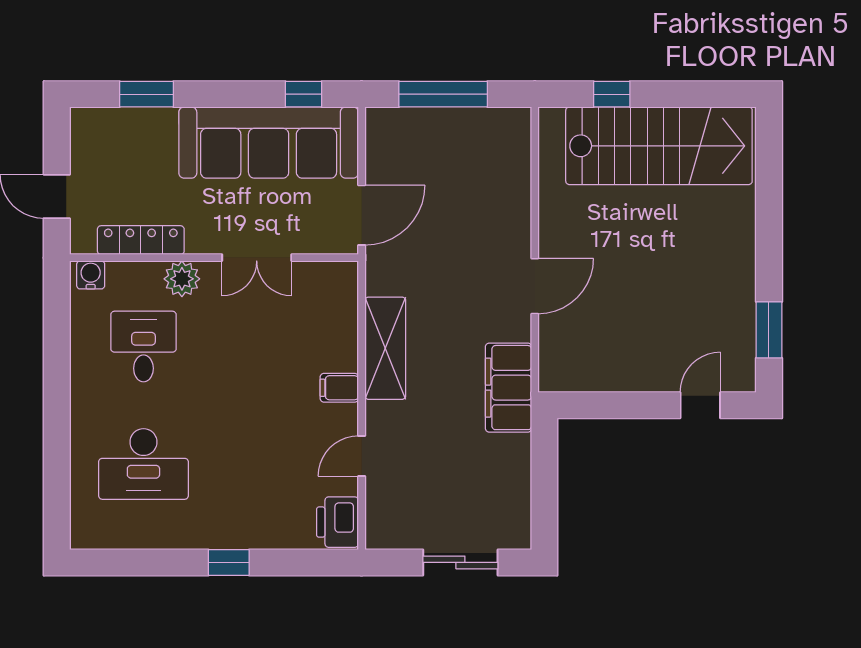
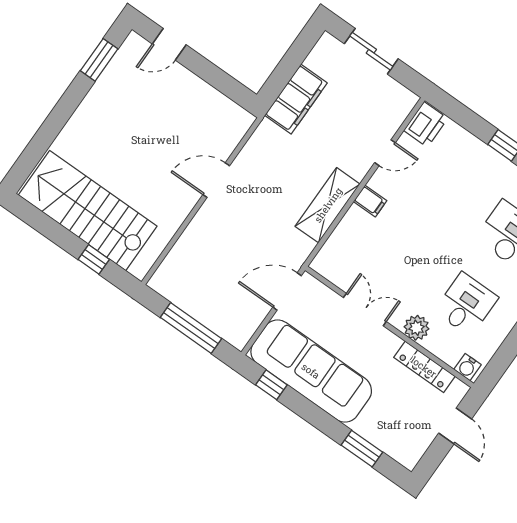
desk: (143, 347) -> (466, 304), turned 180
filing cabinet: (509, 388) -> (296, 99), moved

